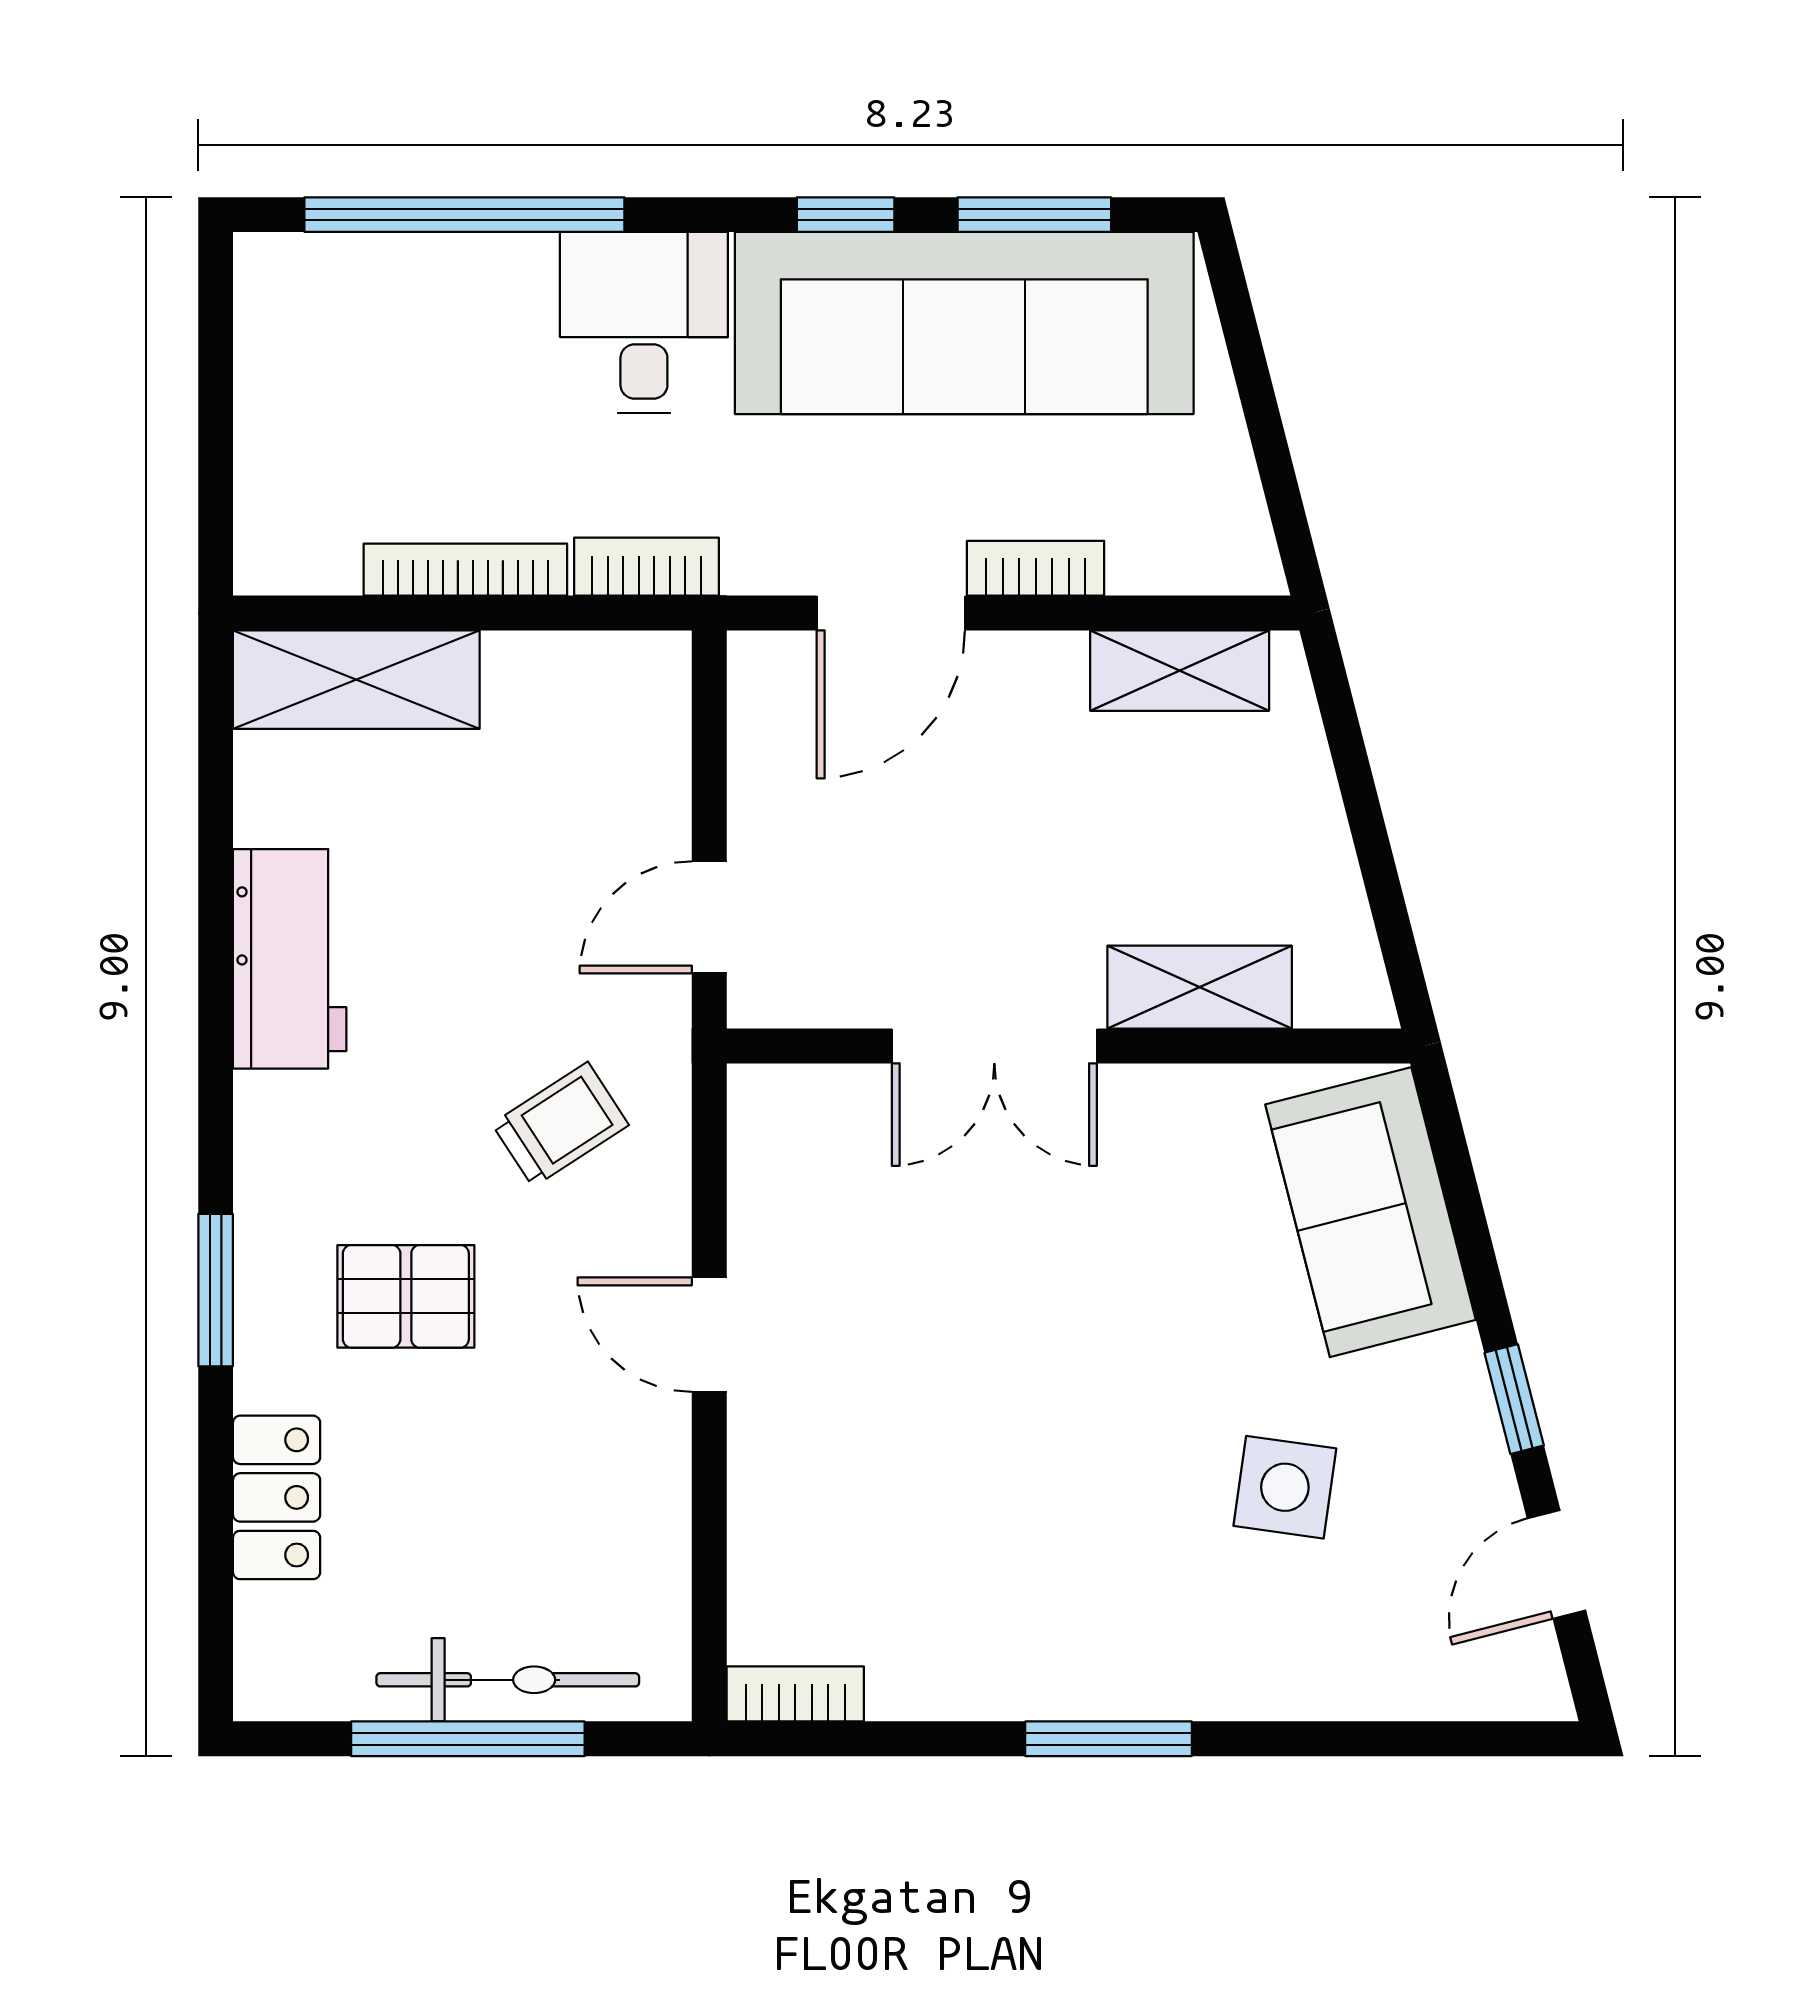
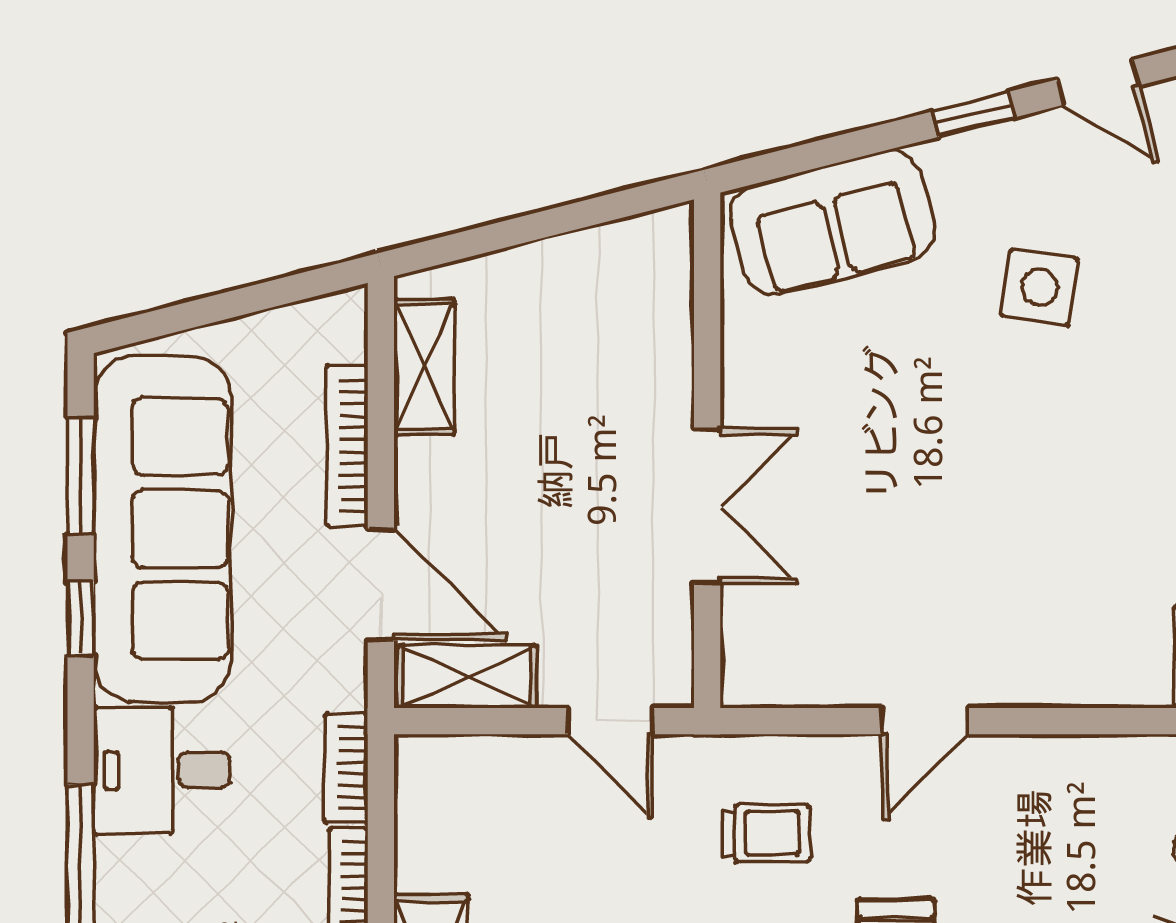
bookcase: (1036, 568) -> (347, 446), width x1.56
shelving: (1200, 987) -> (467, 677), moved, turned 90
trolley: (560, 1124) -> (766, 833), turned 123

